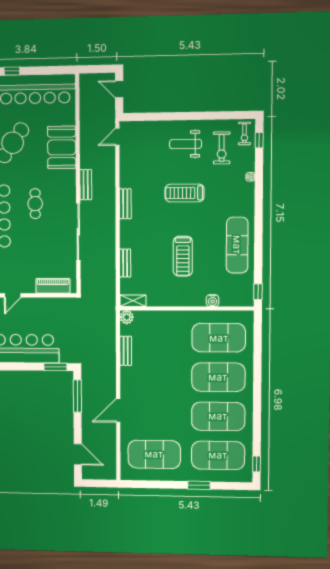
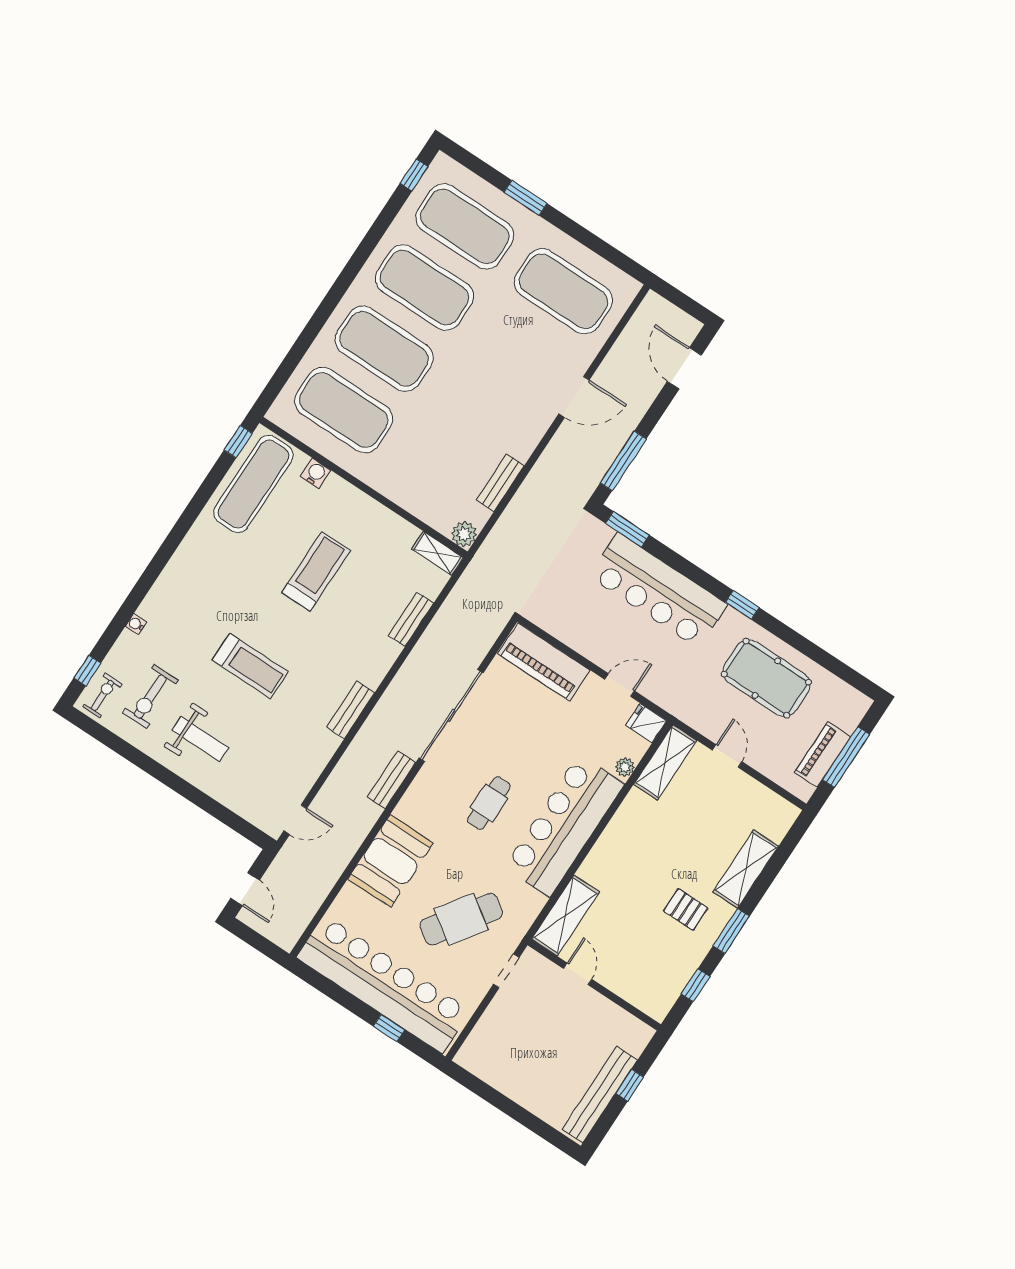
exercise bike: (222, 148) -> (150, 697), turned 180
exercise mat: (237, 245) -> (253, 484), moved
piano: (53, 286) -> (544, 662), width x1.37, depth x1.33

